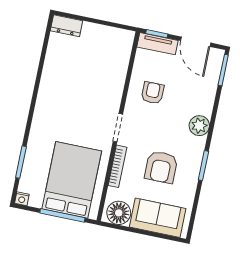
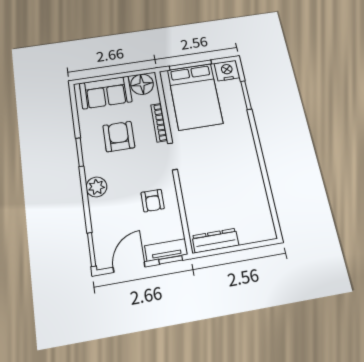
dresser: (66, 26) -> (215, 241), moved, width x1.44
door: (196, 42) -> (129, 267), hinge flipped
nightstand: (22, 199) -> (227, 71), width x1.89, depth x1.79

